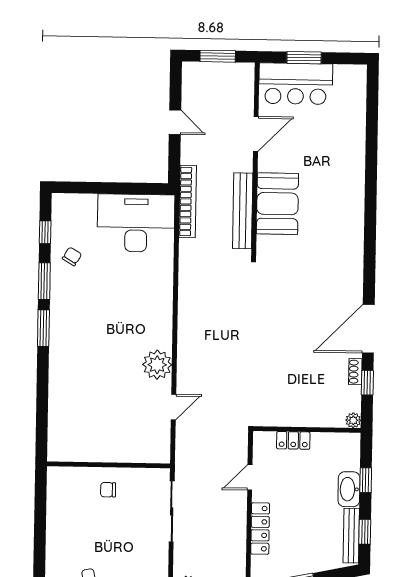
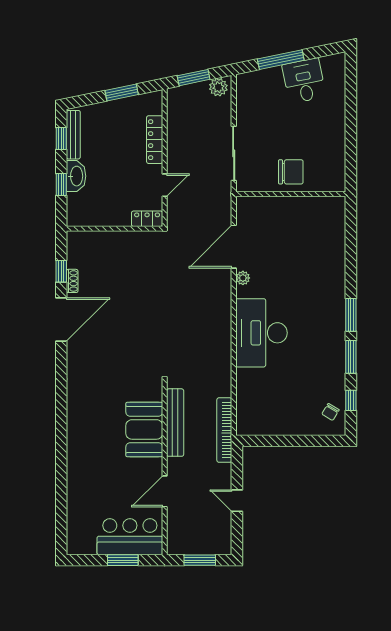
desk: (136, 223) -> (261, 333), moved, turned 90
chair: (72, 256) -> (330, 412), moved
plant: (157, 365) -> (243, 278), width x0.53, depth x0.53
door: (173, 407) -> (234, 247), width x1.88
plant: (353, 420) -> (73, 238), removed
locker: (293, 440) -> (147, 219), moved
chair: (108, 490) -> (291, 172), width x1.87, depth x1.87

